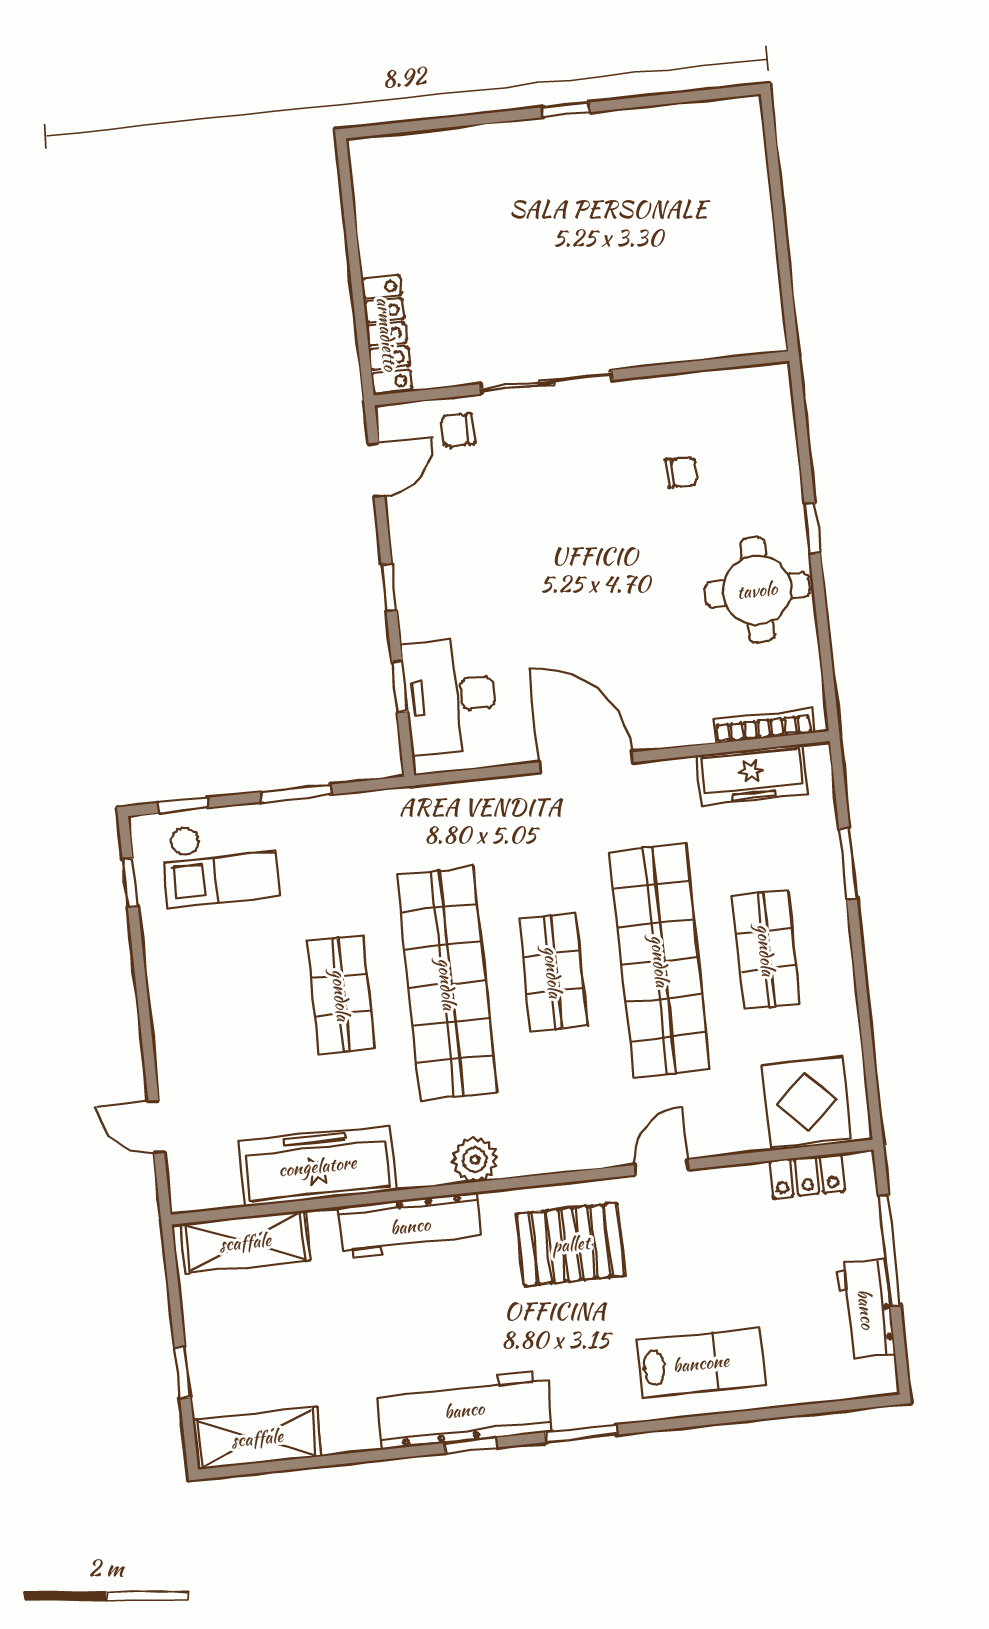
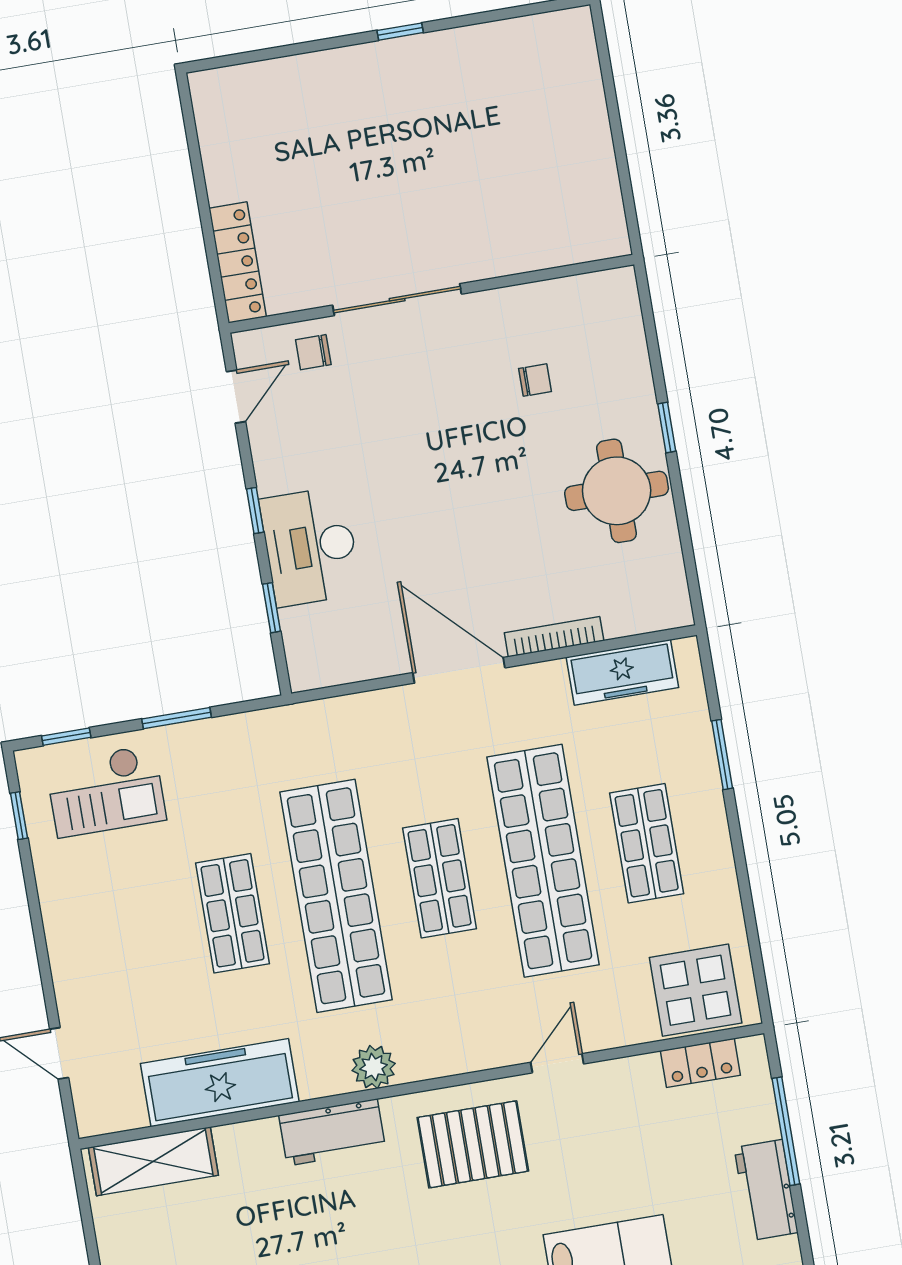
desk: (450, 696) -> (310, 547), moved
bookcase: (763, 726) -> (554, 637), moved
workbench: (410, 1226) -> (332, 1132), width x0.73

